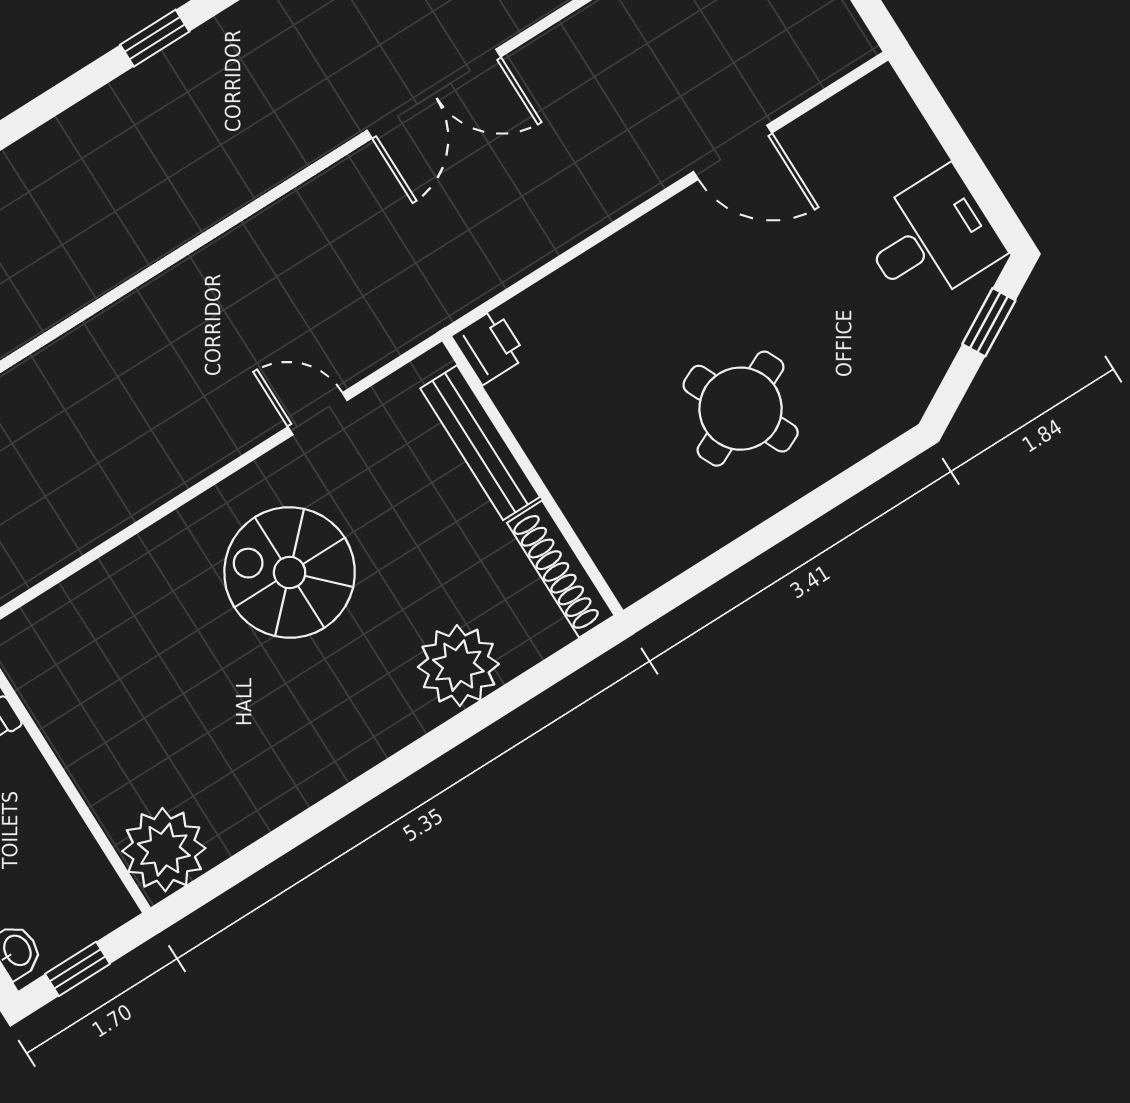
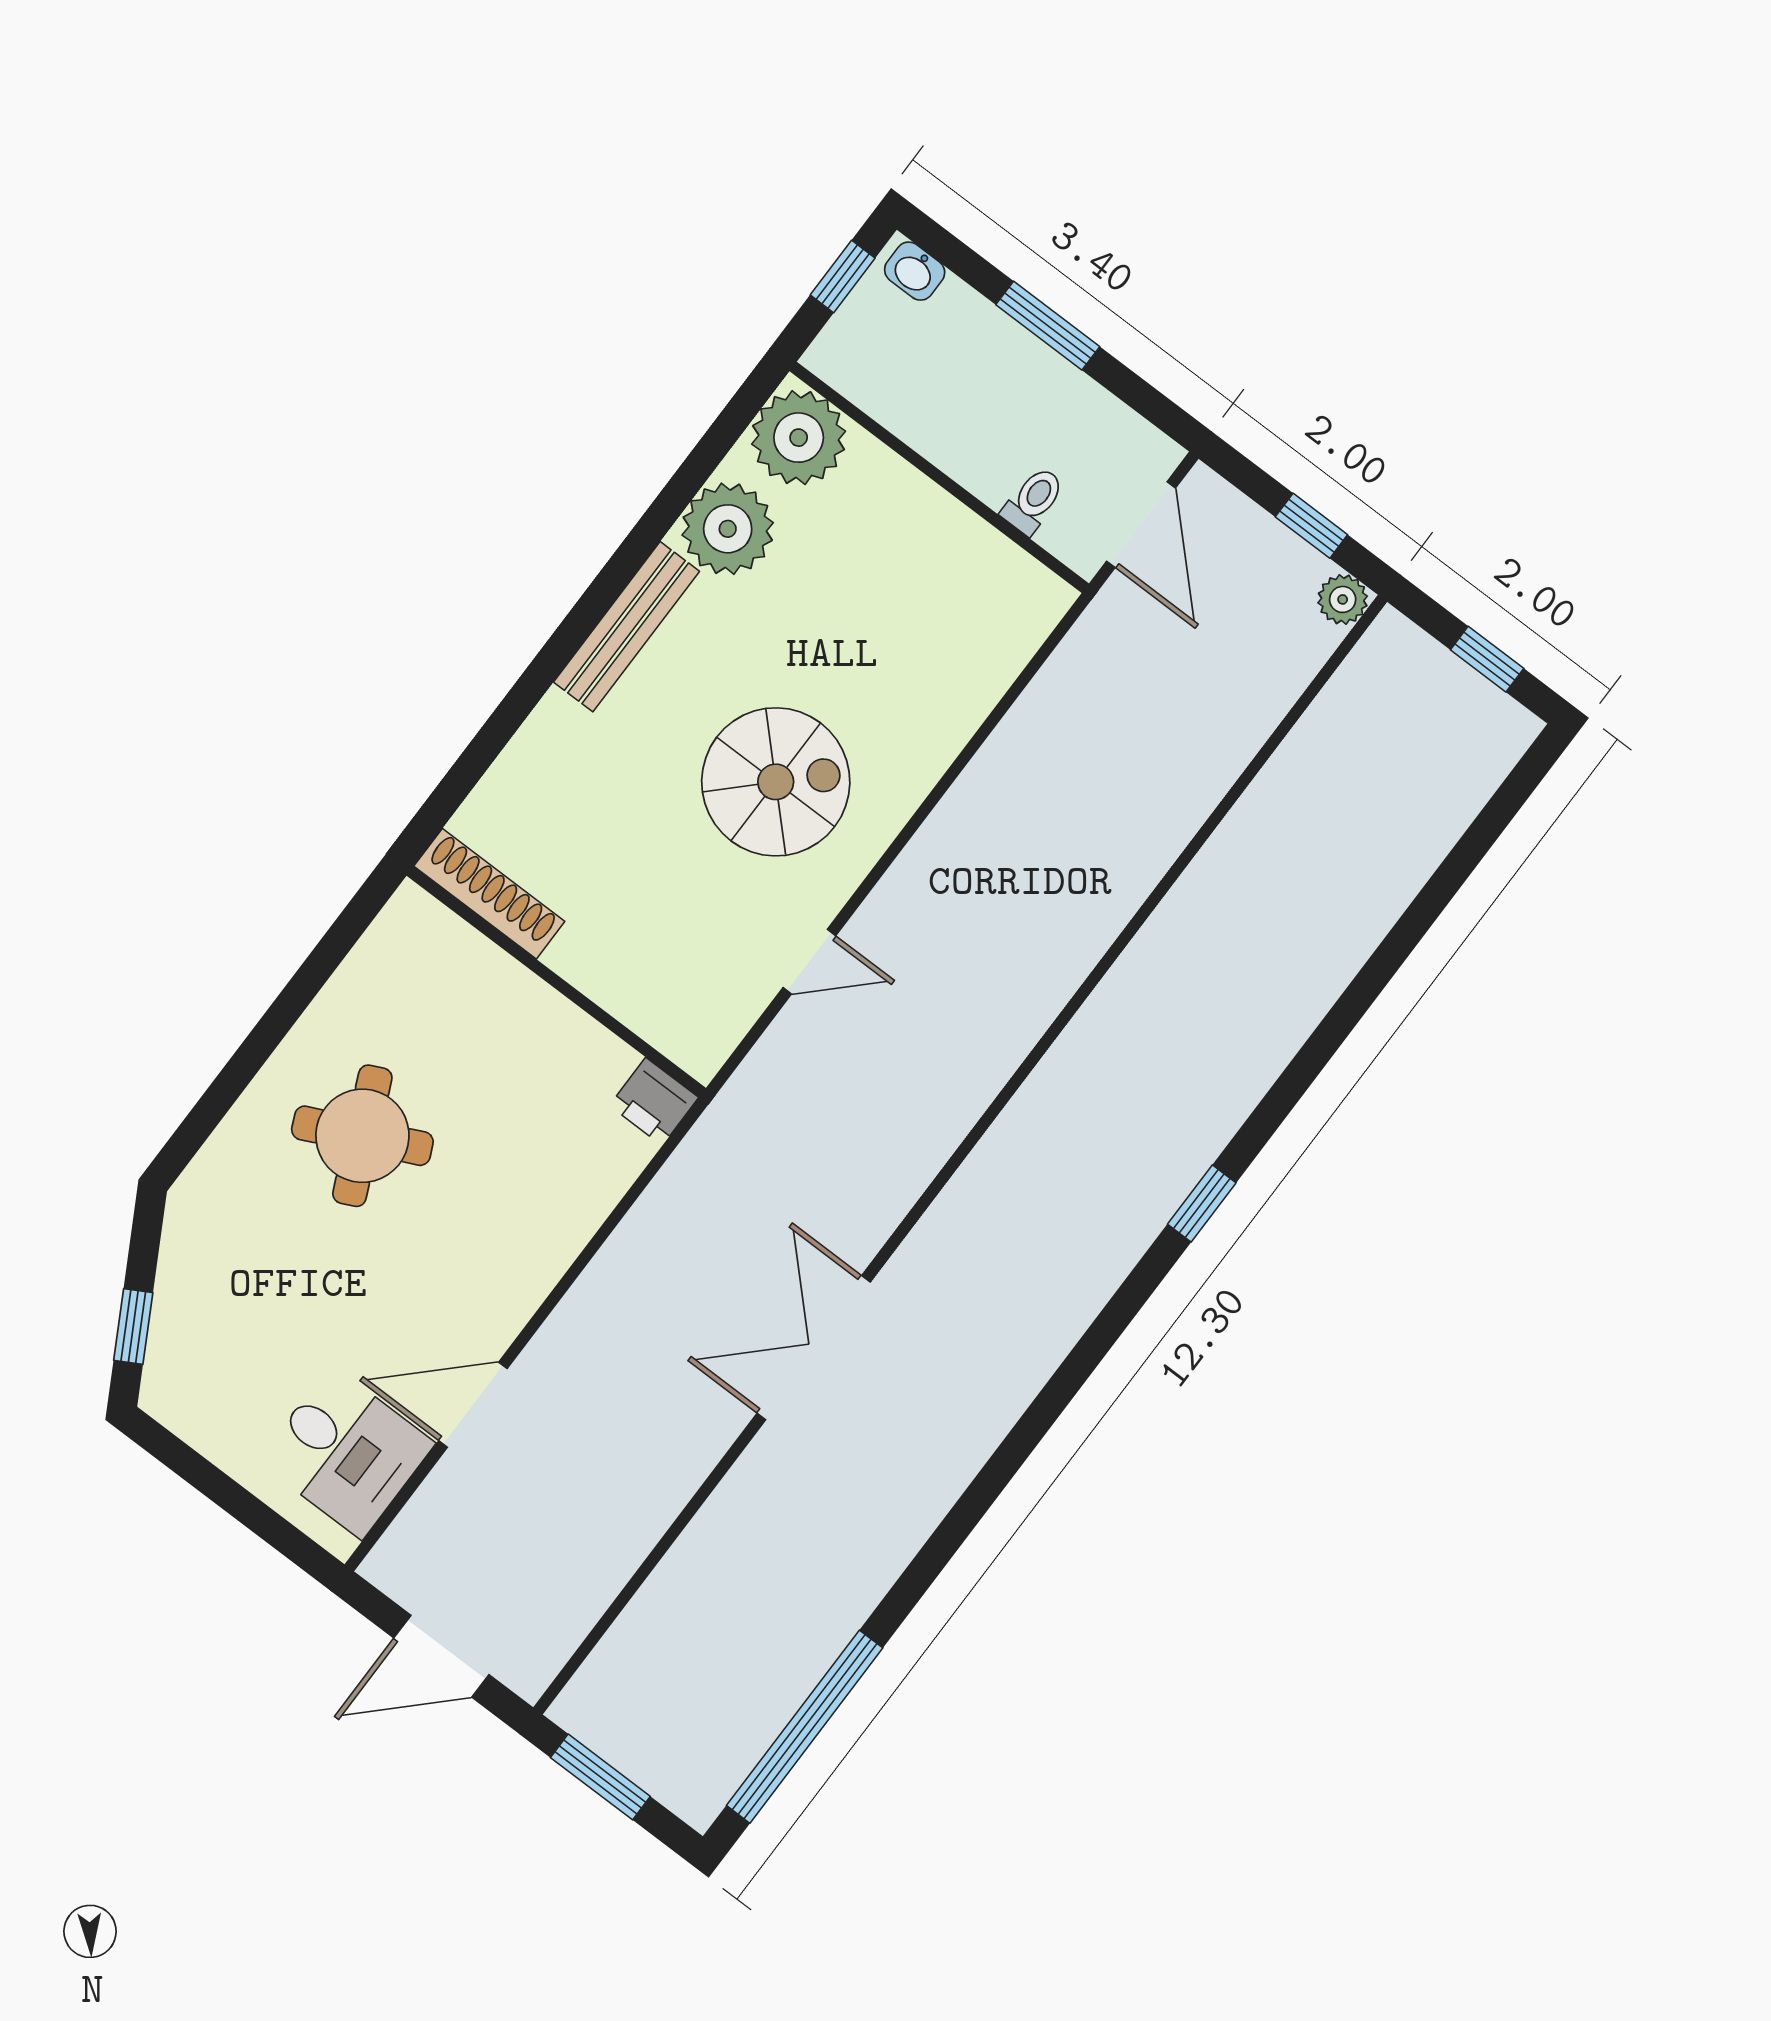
window: (155, 38) -> (1202, 1203), moved
desk: (931, 238) -> (346, 1452), moved, turned -90
bench: (480, 443) -> (626, 627), moved, turned 90
plant: (458, 666) -> (728, 529), moved

